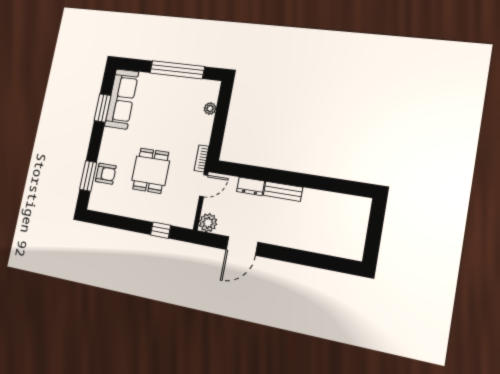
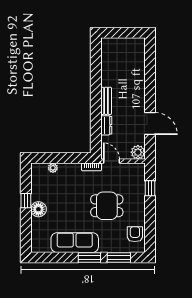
window: (177, 70) -> (26, 201), width x0.32
floor lamp: (164, 84) -> (38, 209), added
sofa: (122, 99) -> (75, 243), moved
window: (102, 108) -> (89, 258), moved
armchair: (106, 174) -> (135, 234), moved

